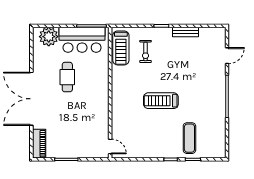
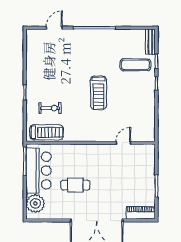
bench: (185, 32) -> (150, 42), moved
door: (227, 56) -> (54, 28), hinge flipped
door: (110, 147) -> (124, 143), moved

